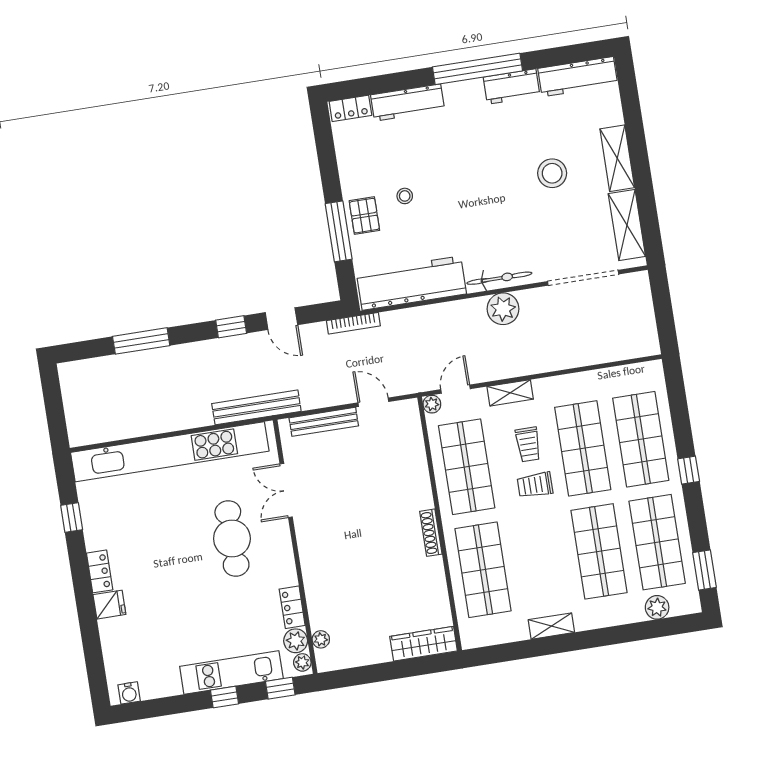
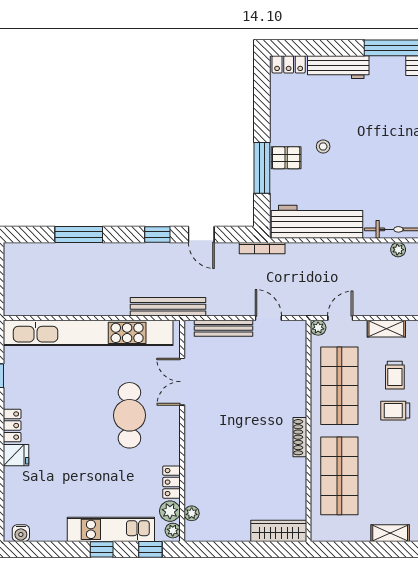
pallet: (364, 216) -> (286, 158), turned 90
plant: (503, 309) -> (398, 250), width x0.53, depth x0.53

